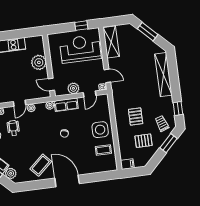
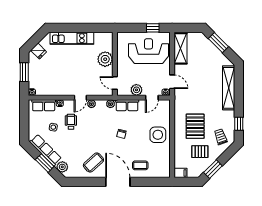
pallet: (136, 116) -> (195, 126), width x1.50, depth x1.42
window: (168, 143) -> (213, 169), moved
coffee table: (103, 150) -> (140, 165), moved

